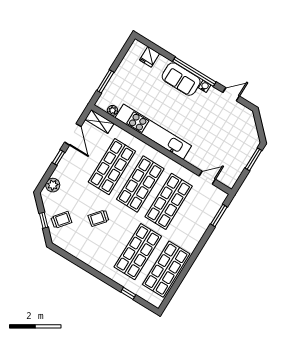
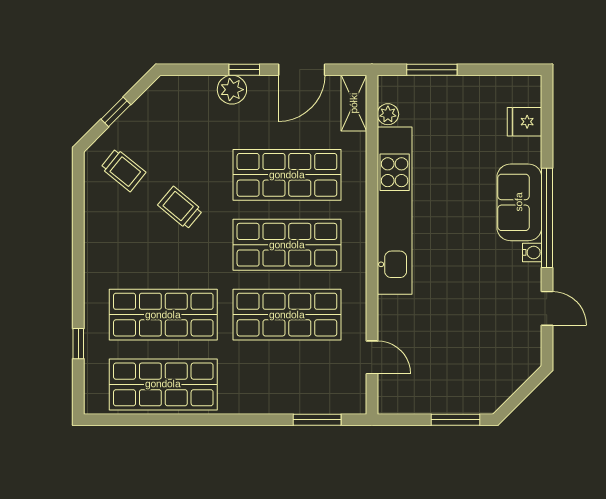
plant: (53, 185) -> (232, 90), moved
trolley: (61, 220) -> (123, 170), moved

